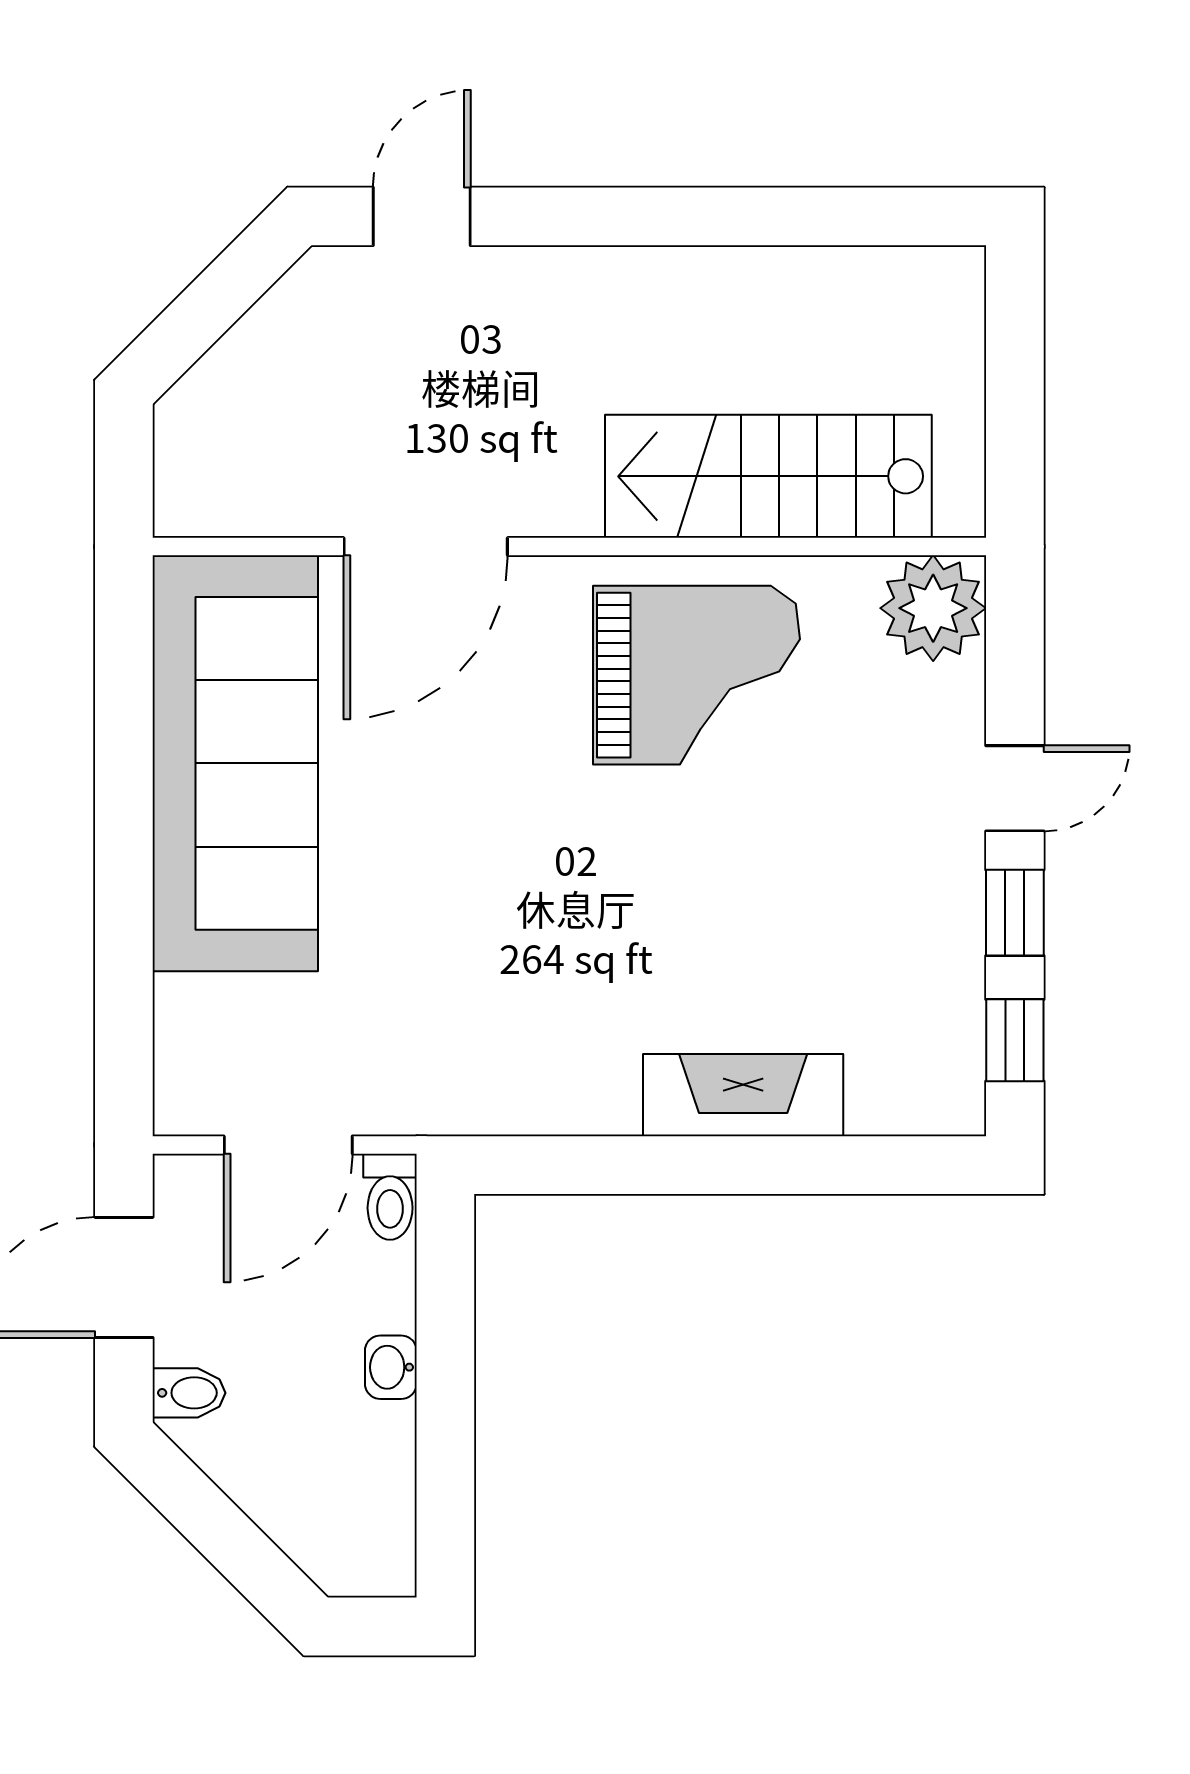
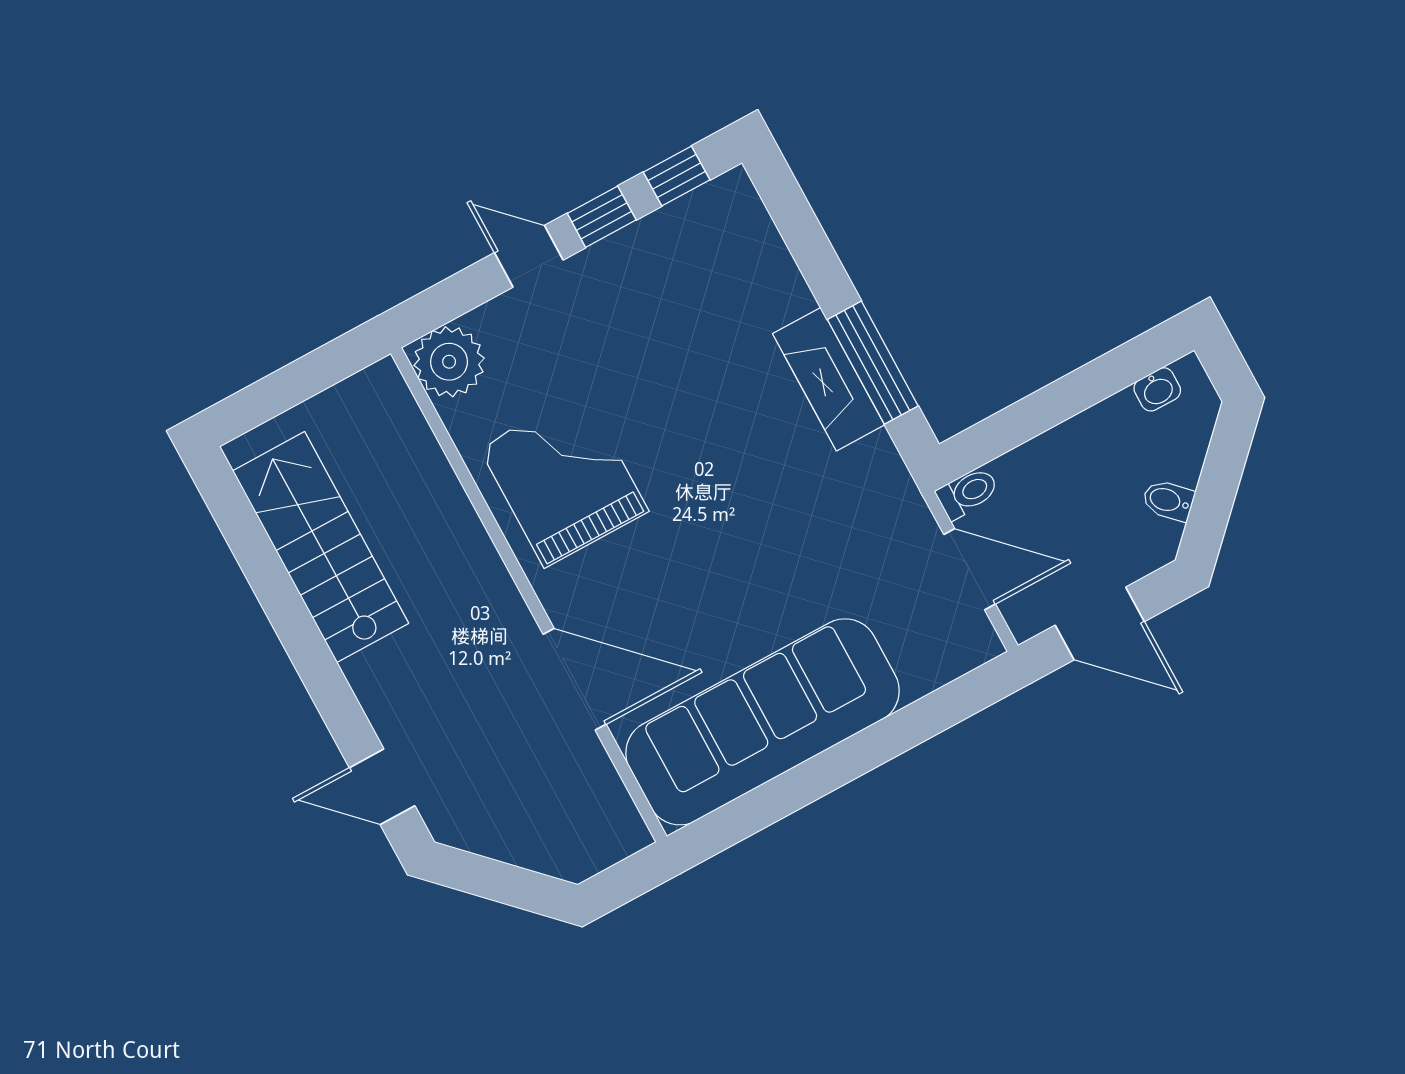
stairs: (768, 476) -> (321, 547), moved, turned 180
fireplace: (743, 1095) -> (829, 379), moved
window: (629, 1165) -> (873, 363), added
washbasin: (391, 1367) -> (1157, 389), moved
bidet: (189, 1393) -> (1168, 500), moved, turned -45

